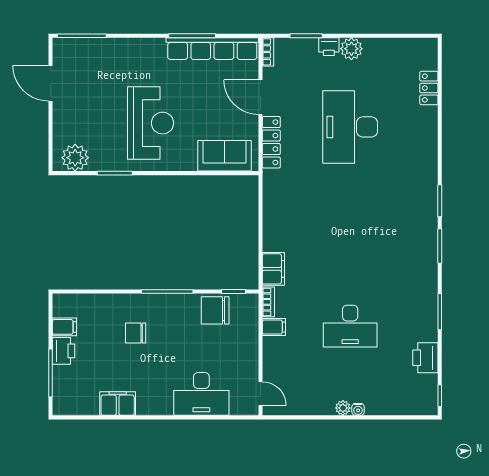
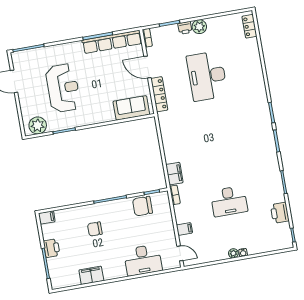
locker: (429, 88) -> (249, 26), moved
reception desk: (151, 123) -> (63, 88), moved
filing cabinet: (64, 327) -> (47, 218), moved
filing cabinet: (274, 327) -> (184, 229), moved

